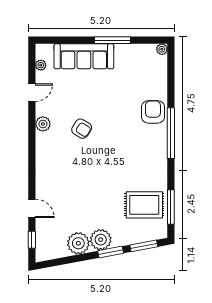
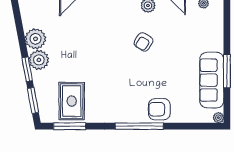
sofa: (84, 56) -> (212, 80), moved
armchair: (153, 112) -> (159, 109), turned 180

